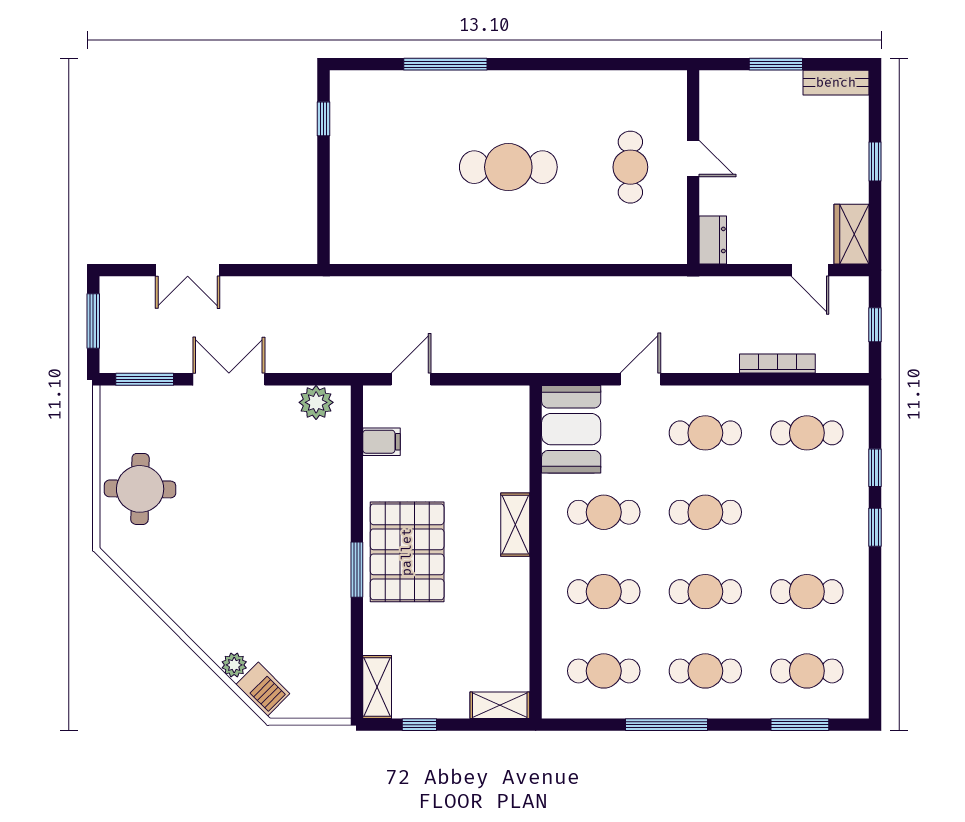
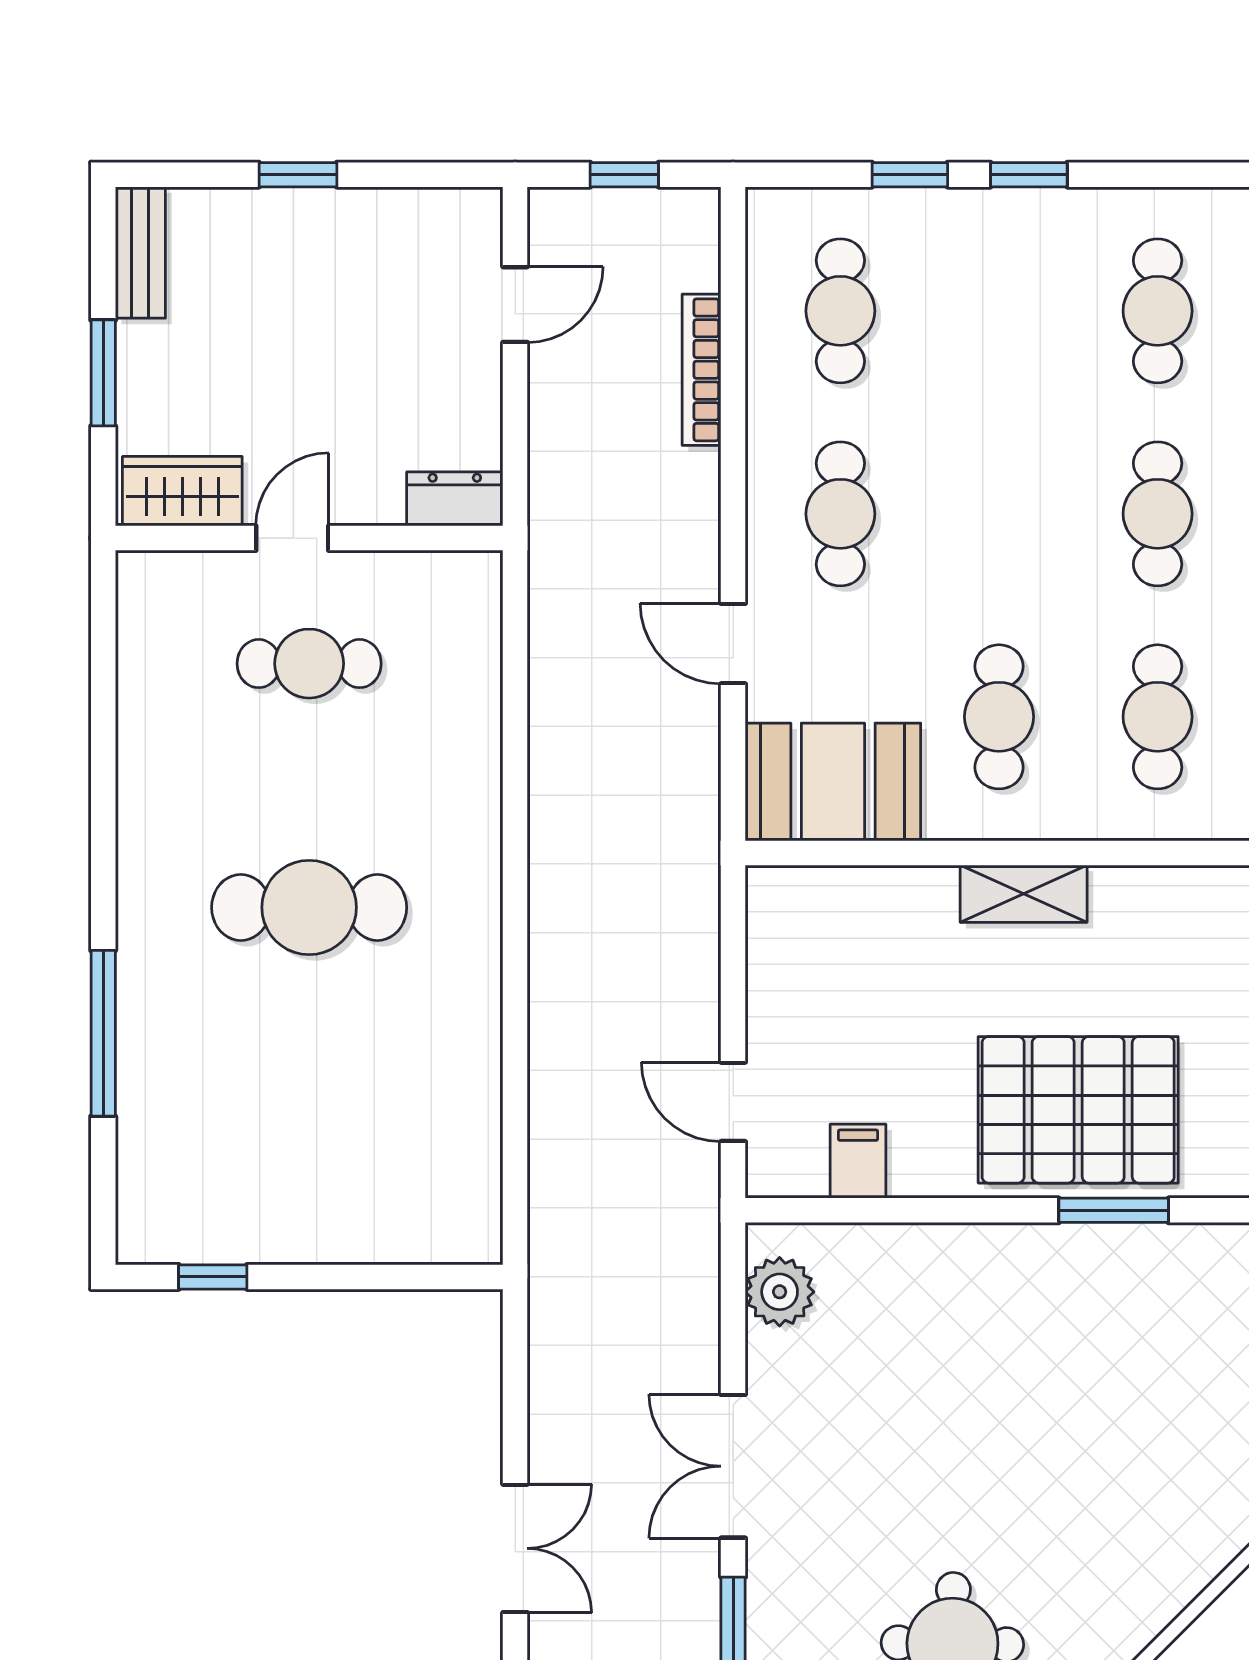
cafe table: (508, 167) -> (309, 907), turned 90
wardrobe: (852, 234) -> (182, 491), moved, turned 180
cafe table: (705, 512) -> (999, 514), removed

